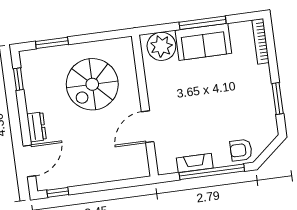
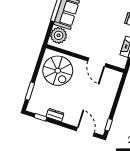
spiral stairs: (92, 84) -> (58, 71), moved
dresser: (37, 127) -> (55, 115), moved

